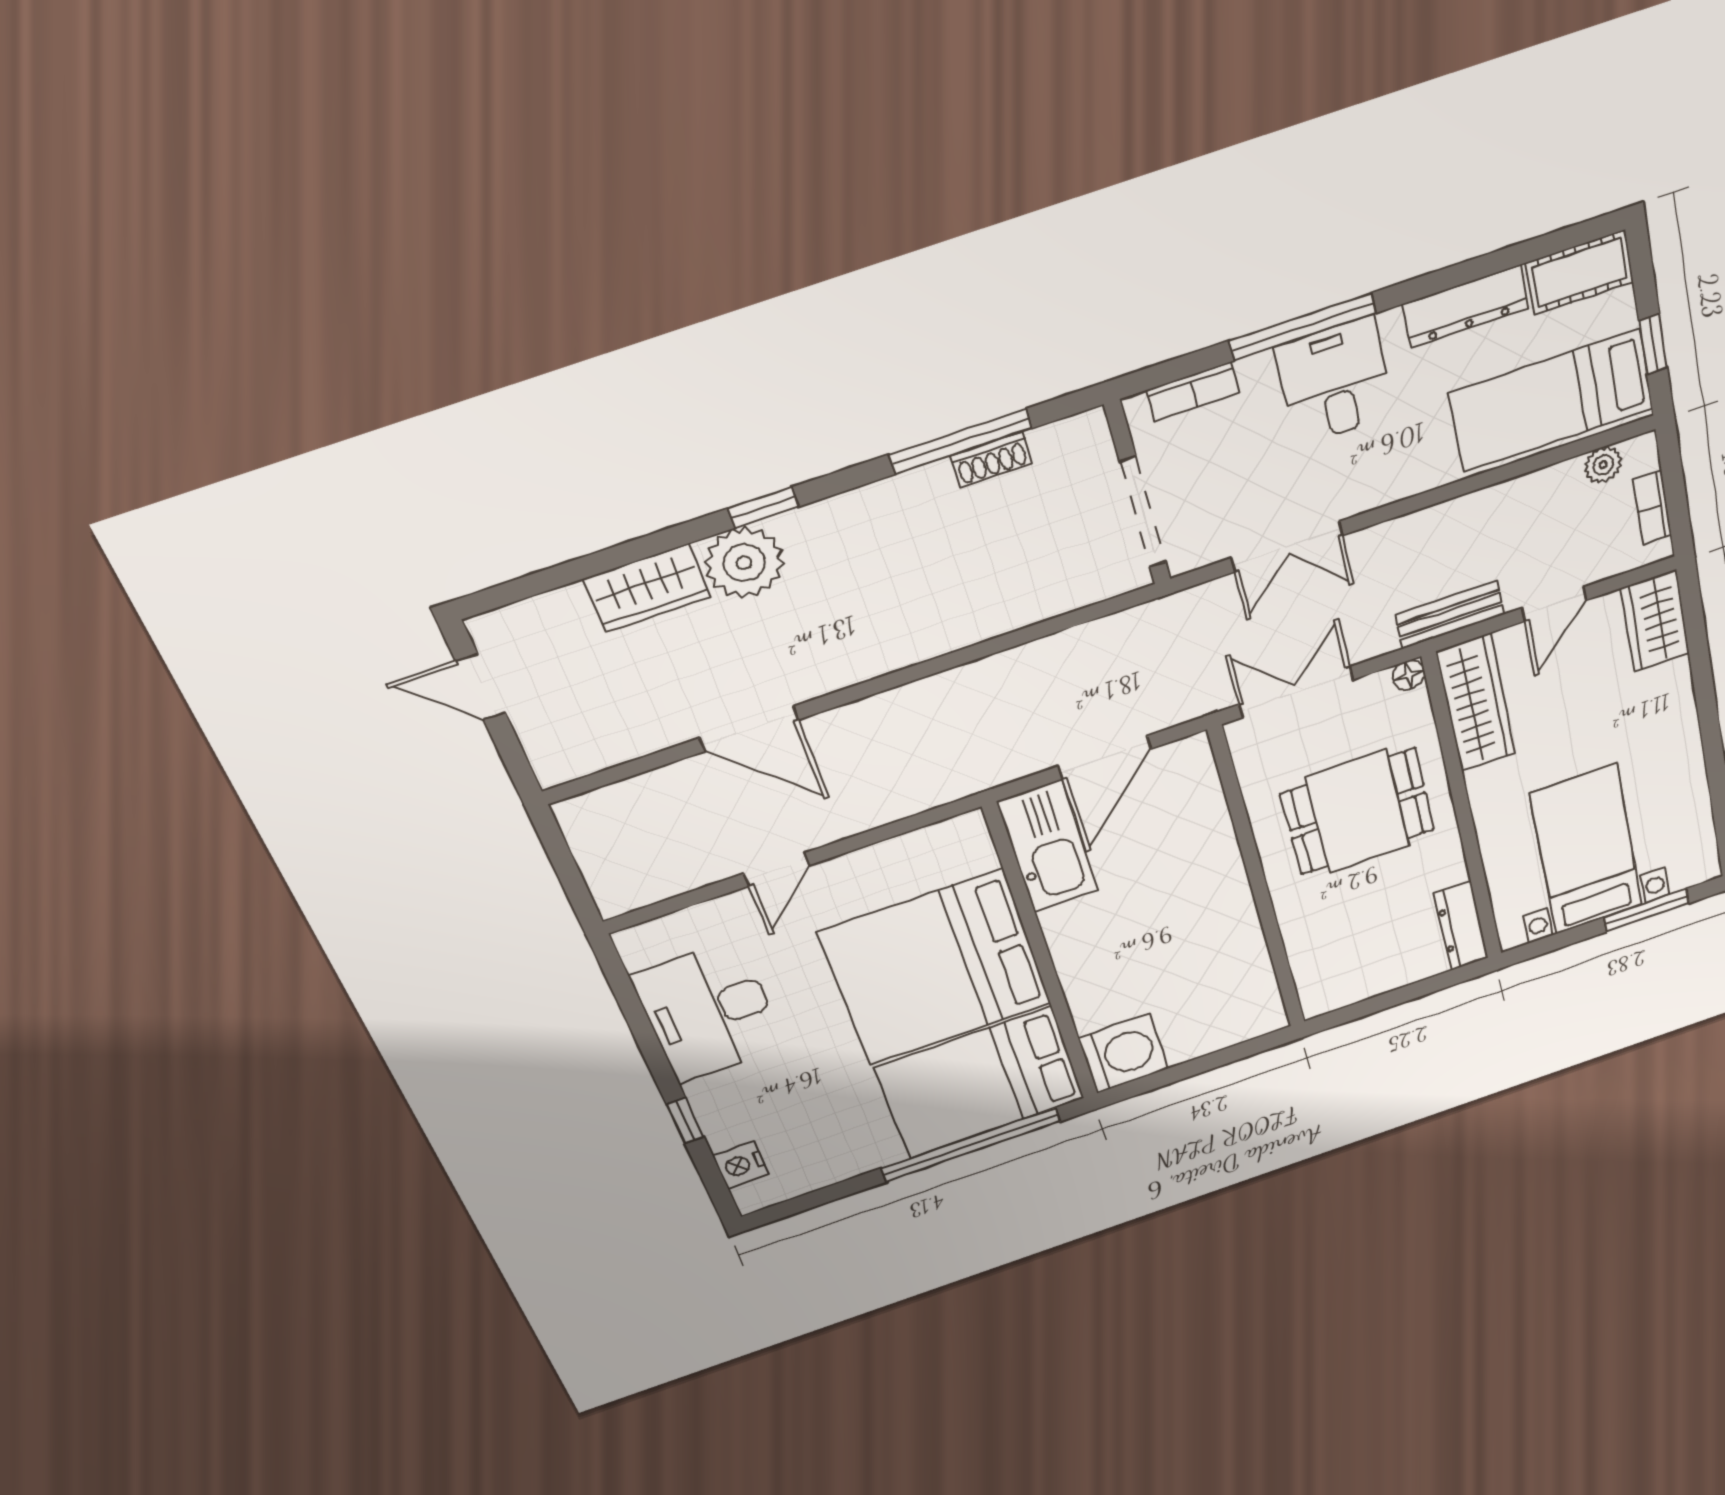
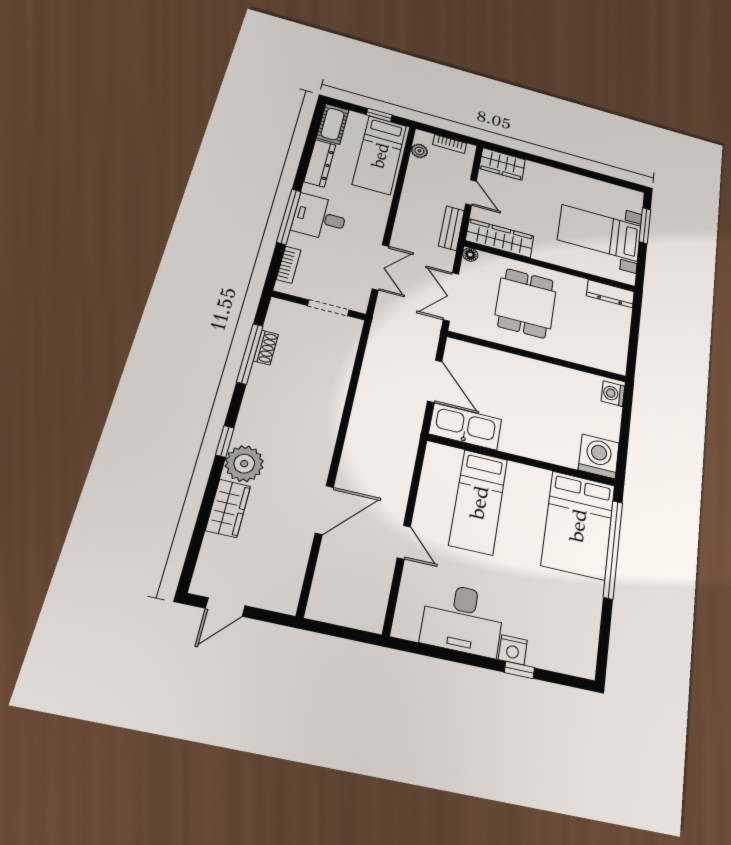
doorway: (1143, 512) -> (328, 308), width x0.73
bed: (936, 968) -> (479, 502), width x0.49
washing machine: (1257, 1020) -> (613, 394), added
nightstand: (741, 1165) -> (513, 650), moved

